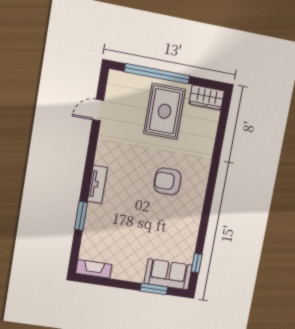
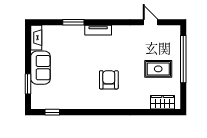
wardrobe: (207, 97) -> (162, 102), moved, turned 90
rug: (165, 111) -> (158, 69), width x0.73, depth x0.70
sofa: (168, 274) -> (41, 68), moved

